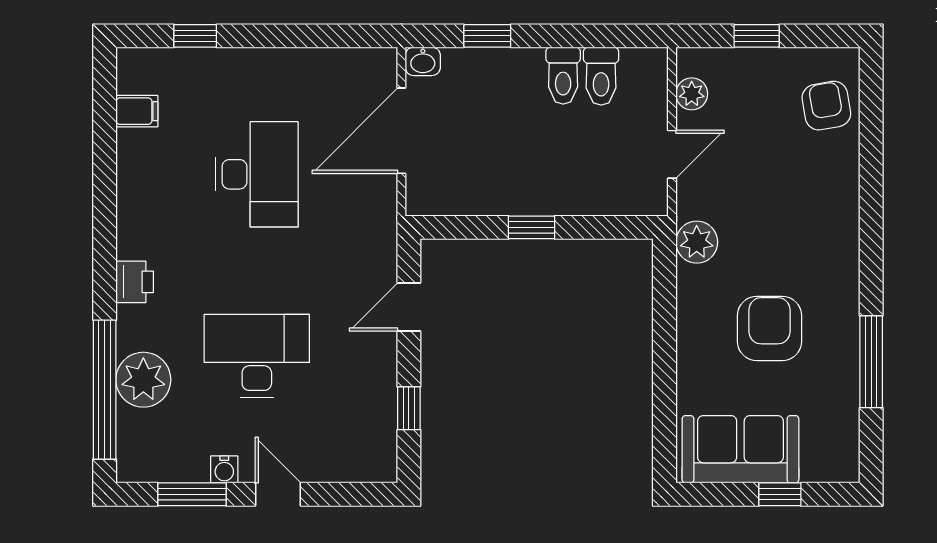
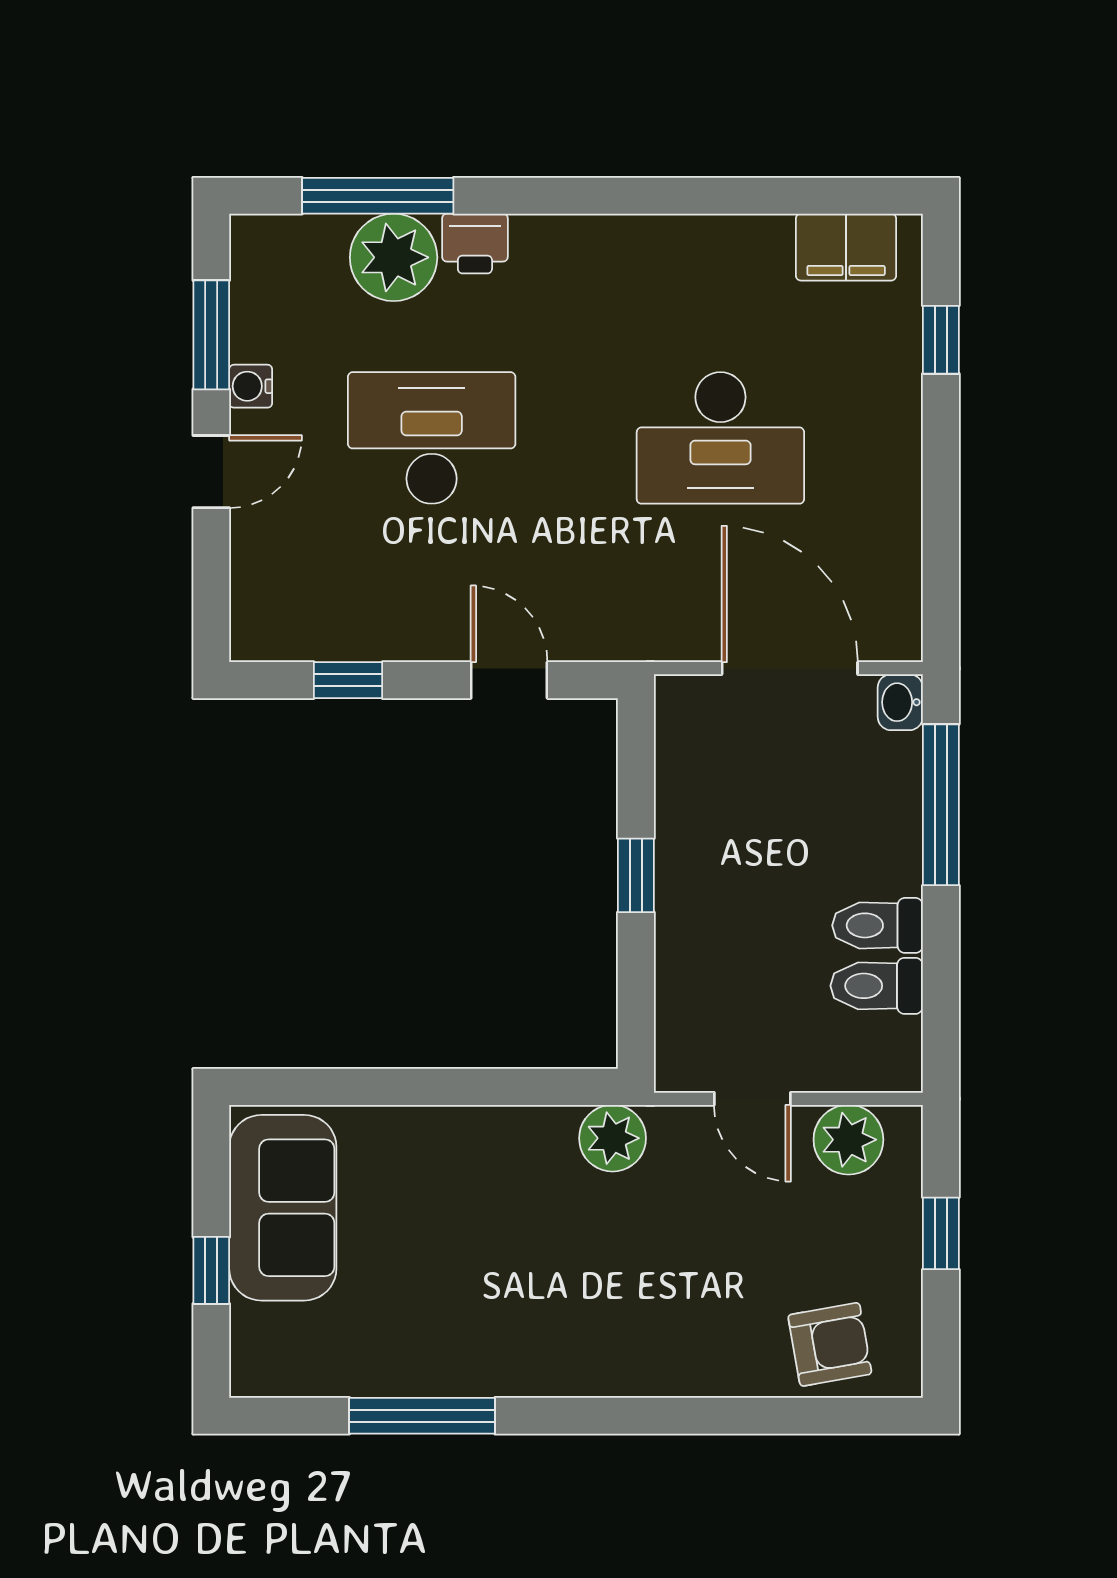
window: (487, 36) -> (941, 805), width x2.17
plant: (692, 94) -> (848, 1140), width x1.38, depth x1.38
filing cabinet: (137, 111) -> (846, 247), width x2.00
printer: (135, 282) -> (475, 244), moved
armchair: (769, 328) -> (475, 1254), removed
desk: (257, 356) -> (432, 438), turned -90
window: (105, 390) -> (378, 196), width x0.68

